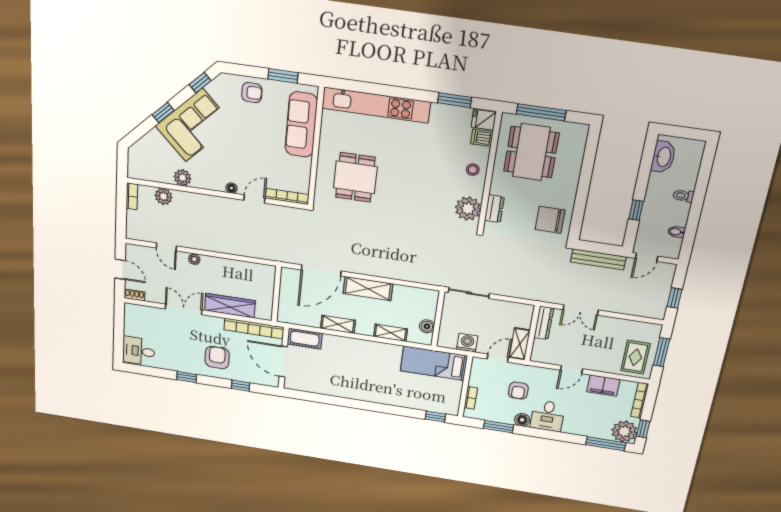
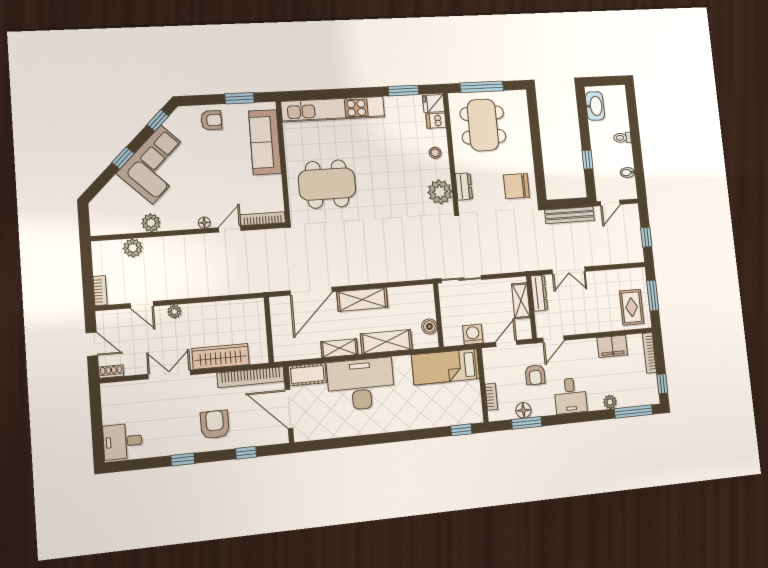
dining table: (355, 177) -> (327, 184), width x1.37
bookcase: (132, 196) -> (100, 291), moved
shelving: (391, 333) -> (386, 342), width x1.50, depth x1.33
shelving: (520, 344) -> (521, 301), moved
desk: (352, 358) -> (361, 384), added
door: (572, 370) -> (553, 339), moved
floor lamp: (522, 420) -> (523, 410), moved
plant: (624, 431) -> (610, 402), moved, width x0.53, depth x0.53

